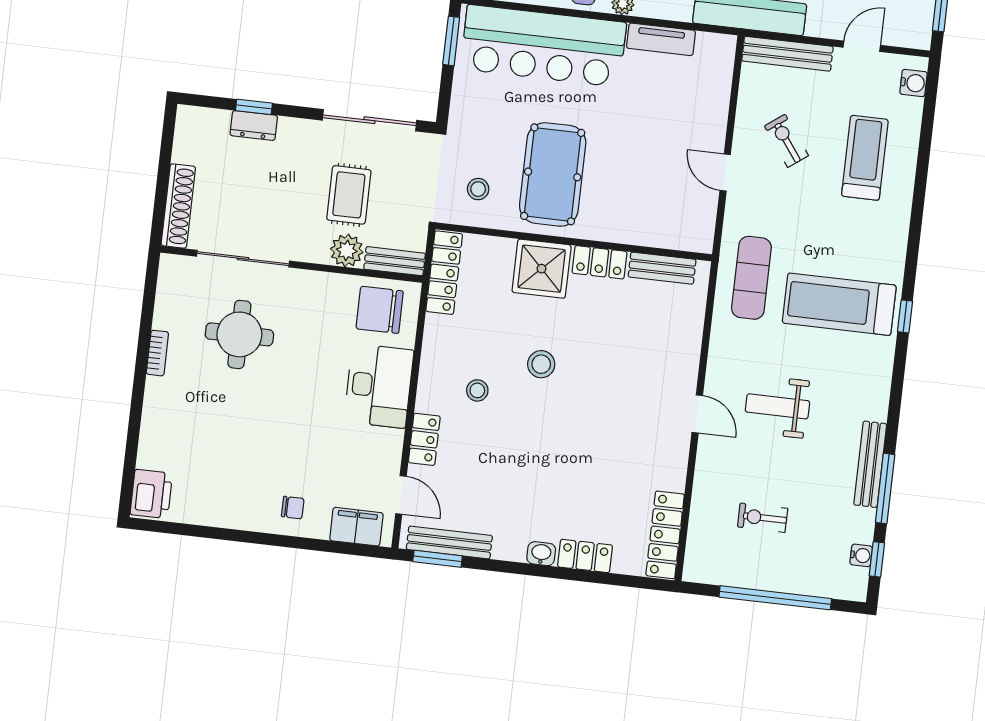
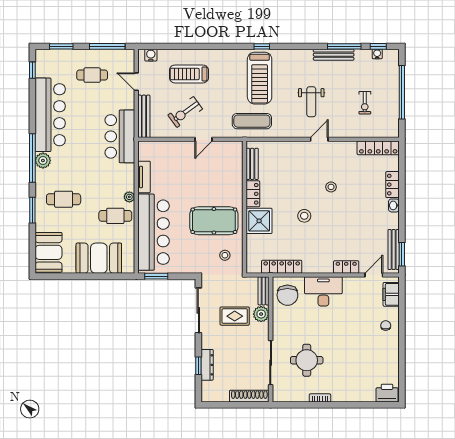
dresser: (254, 125) -> (207, 365), width x1.44
exercise bike: (786, 141) -> (185, 112), width x1.38, depth x1.39
locker: (444, 273) -> (282, 267), moved
stool: (477, 390) -> (331, 187), moved

